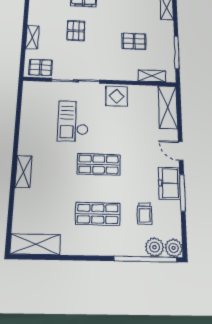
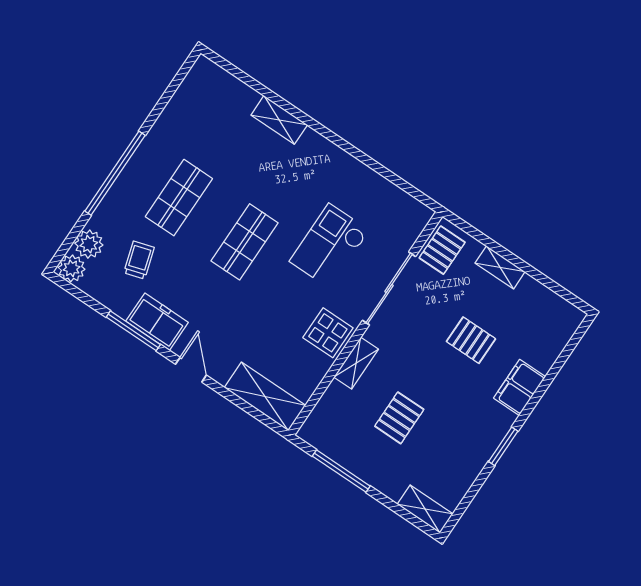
shelving: (152, 76) -> (356, 363), moved
checkout: (73, 121) -> (329, 246), turned -90
door: (181, 151) -> (191, 370), hinge flipped
shelving: (23, 172) -> (279, 120), moved
trolley: (145, 214) -> (139, 260), turned 73
shelving: (35, 244) -> (192, 92), removed
window: (146, 259) -> (115, 173), moved

